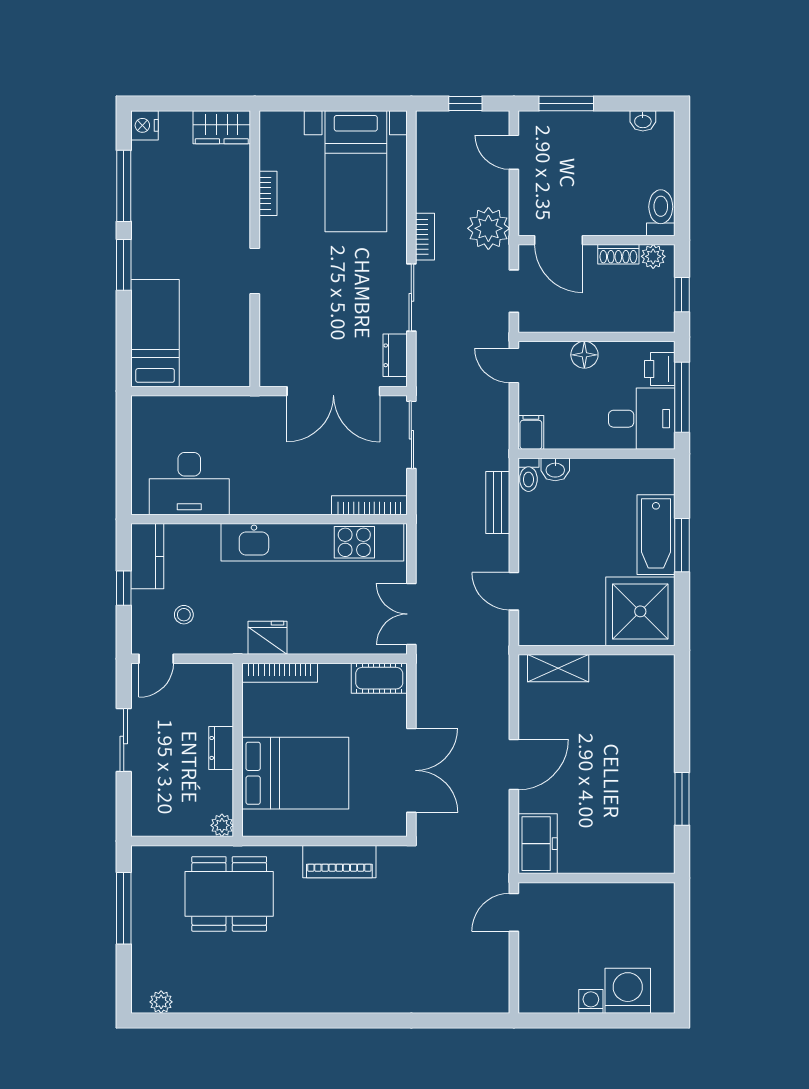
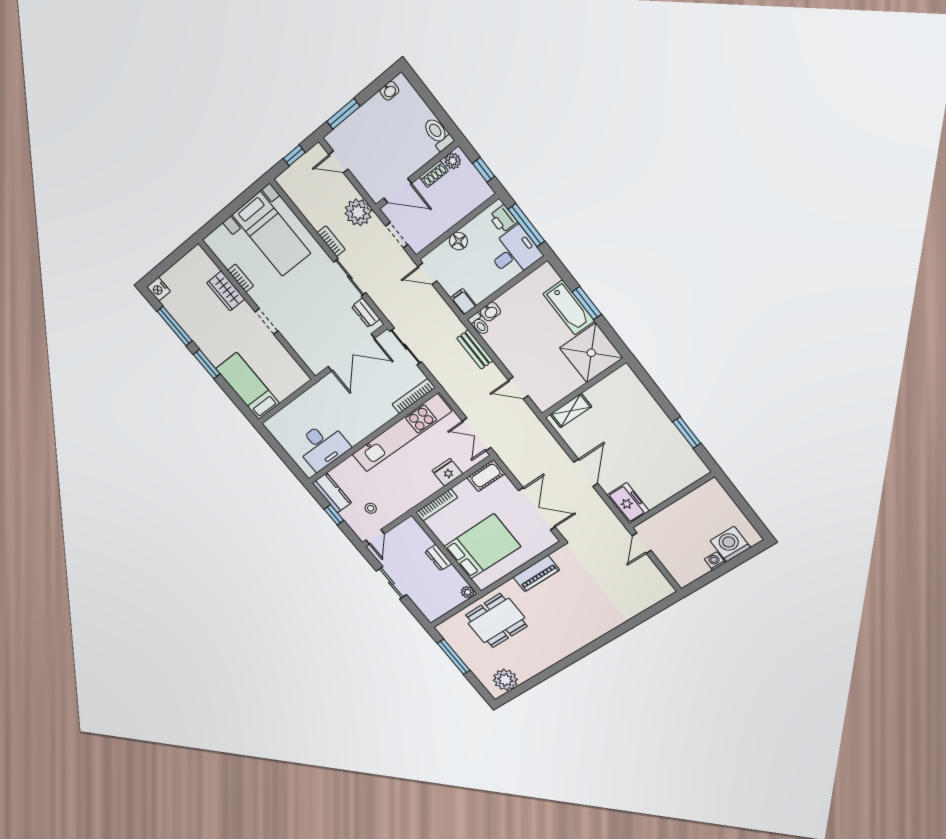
wardrobe: (222, 127) -> (226, 291), moved, turned 90
fridge: (267, 638) -> (447, 472), moved
plant: (161, 1002) -> (505, 680), width x1.87, depth x1.87

